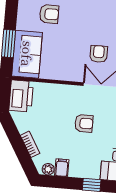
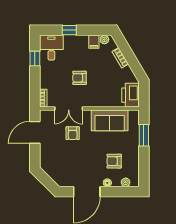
sofa: (27, 54) -> (110, 120), moved, turned -90

